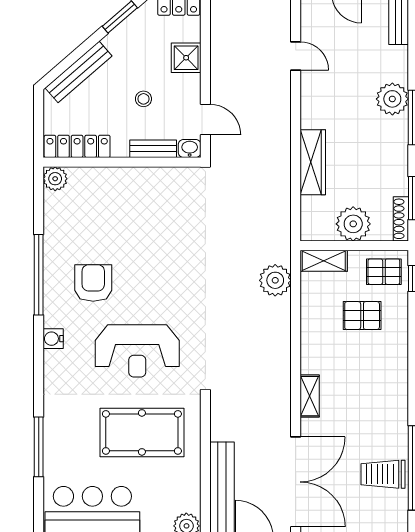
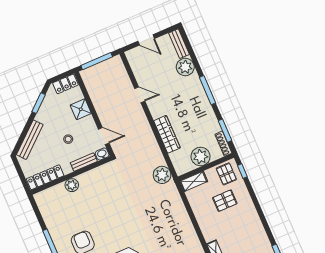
door: (296, 56) -> (140, 95), moved
plant: (392, 99) -> (185, 67), moved
plant: (55, 179) -> (72, 185), moved
pallet: (384, 272) -> (226, 174), turned 90
plant: (275, 280) -> (162, 175), moved

